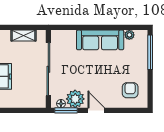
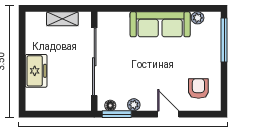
plant: (75, 99) -> (134, 105), width x0.53, depth x0.53
door: (96, 110) -> (168, 114), moved

